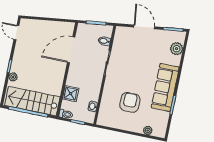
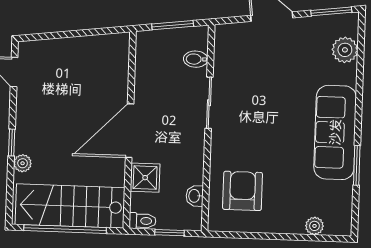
door: (71, 50) -> (130, 131), moved
armchair: (130, 102) -> (243, 191), moved

